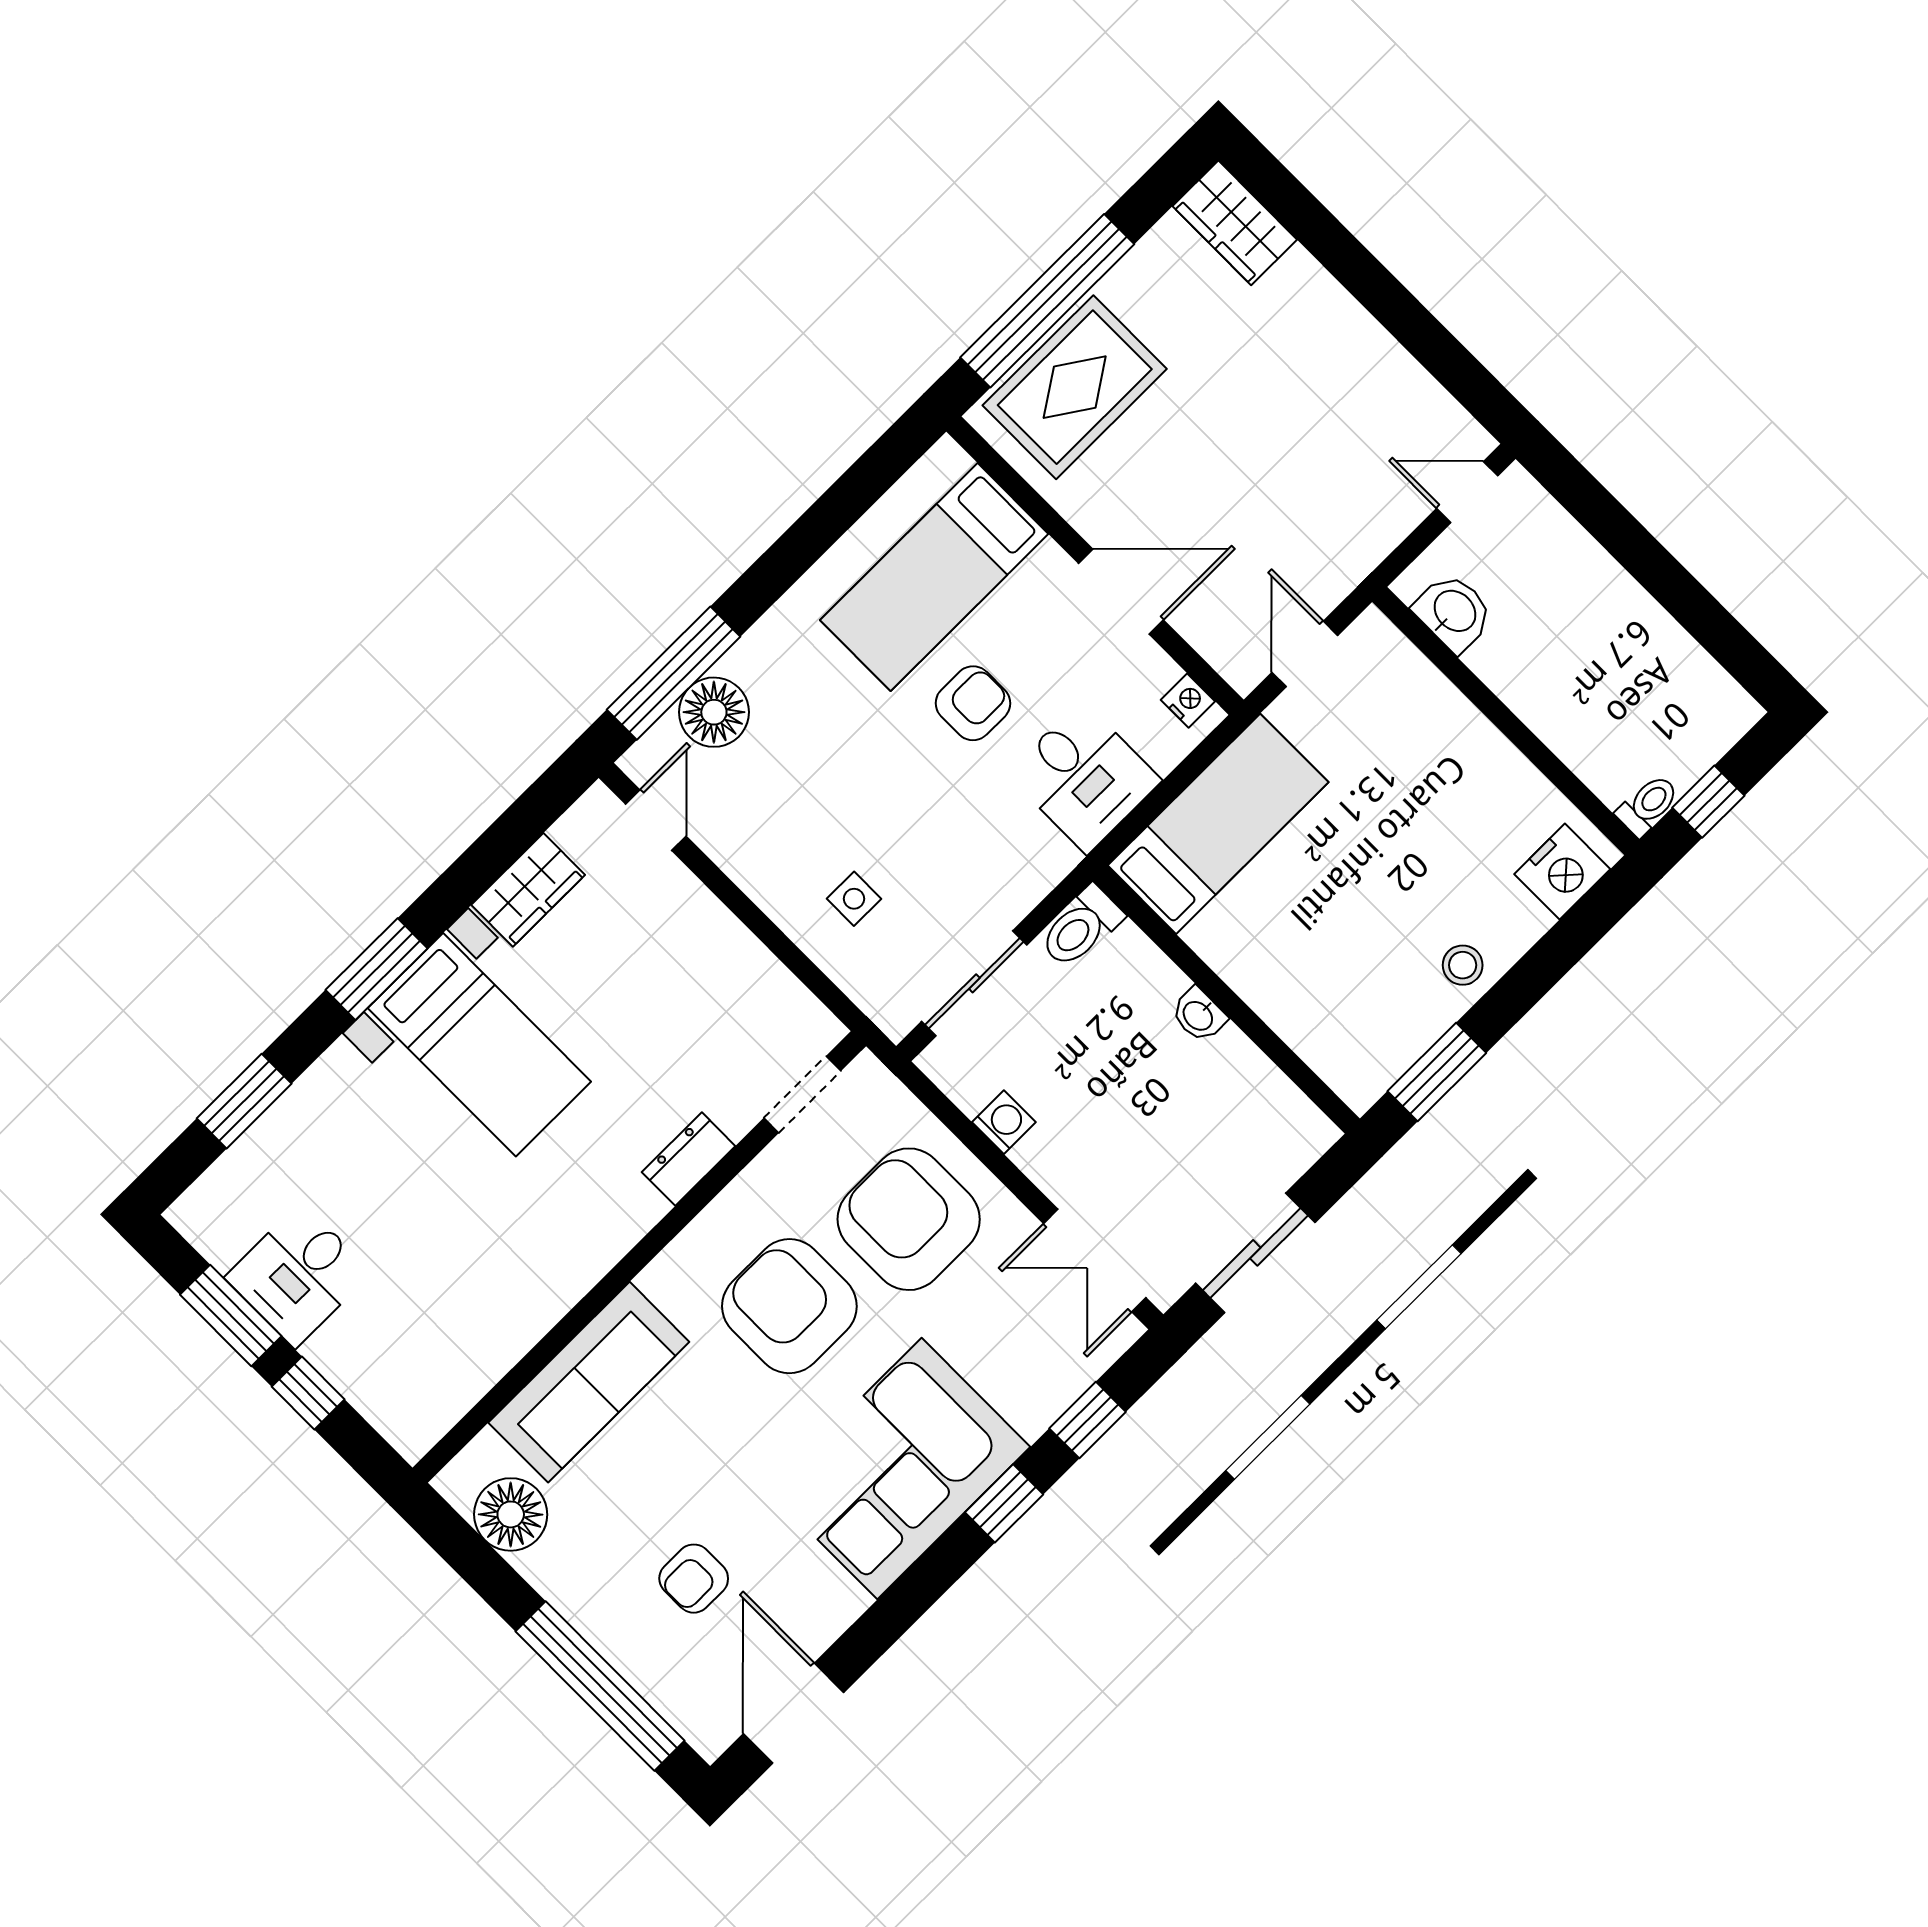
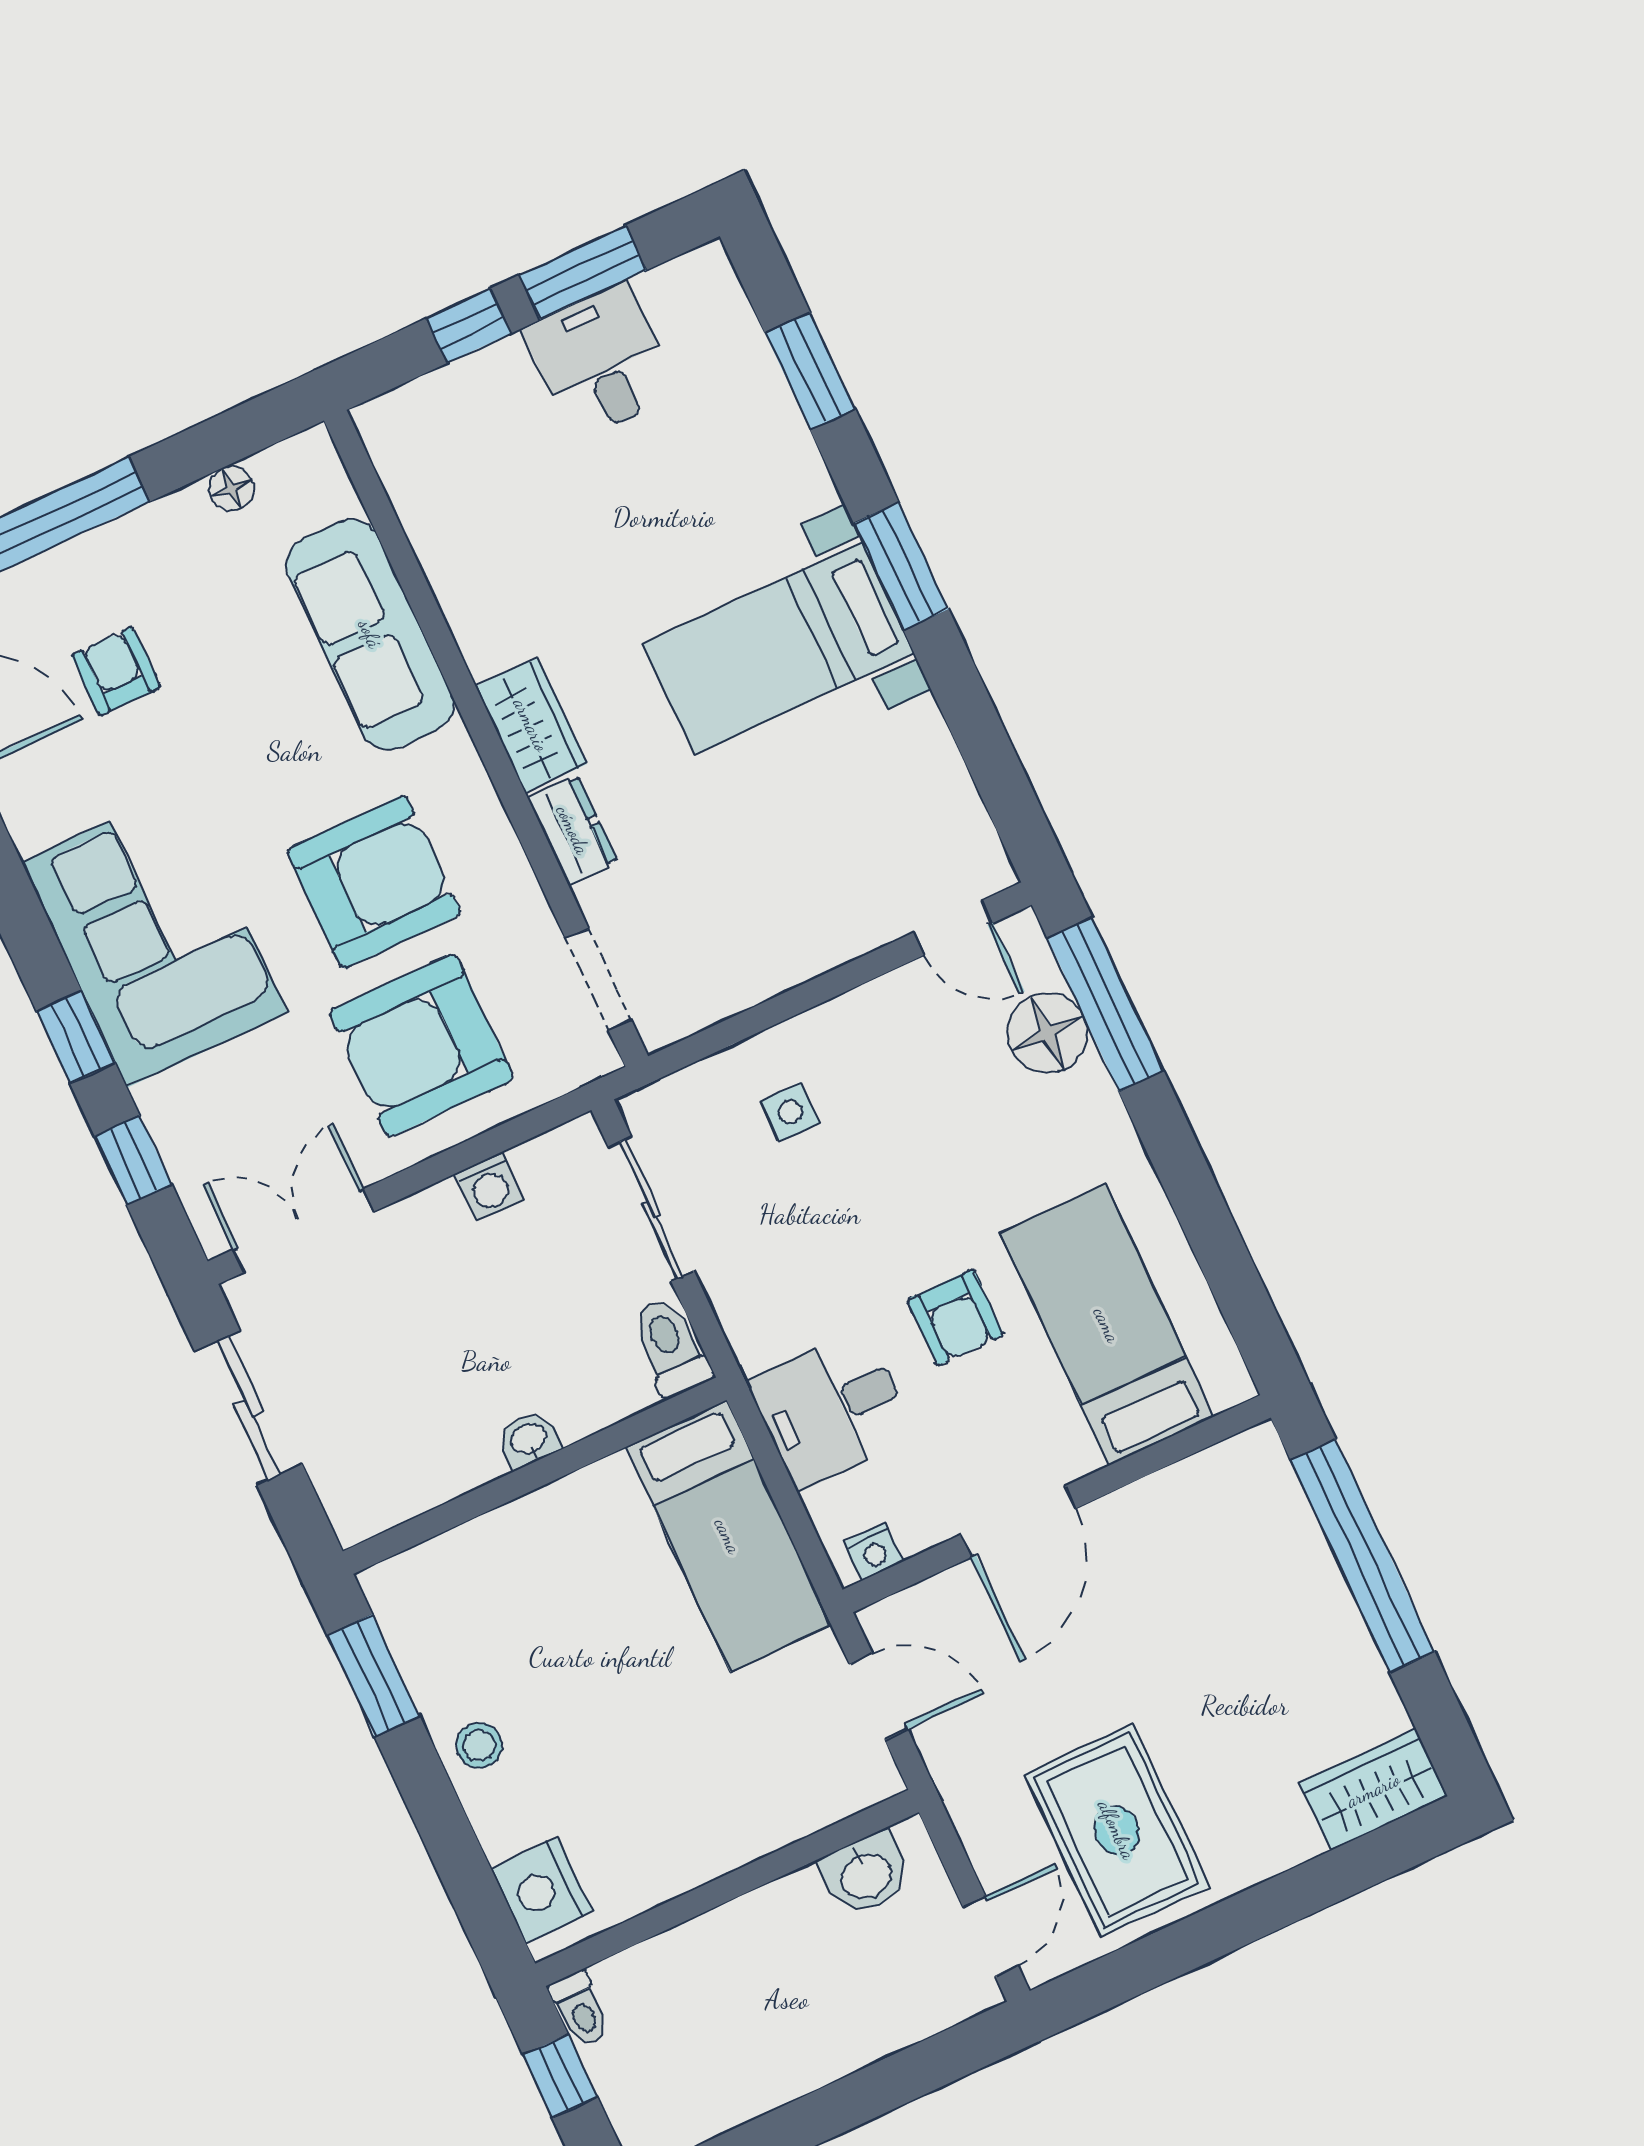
rug: (1075, 387) -> (1117, 1830), moved
wardrobe: (528, 890) -> (531, 725), moved, turned 180
armchair: (909, 1219) -> (421, 1045), turned 180
floor lamp: (511, 1514) -> (231, 488), width x0.53, depth x0.53

